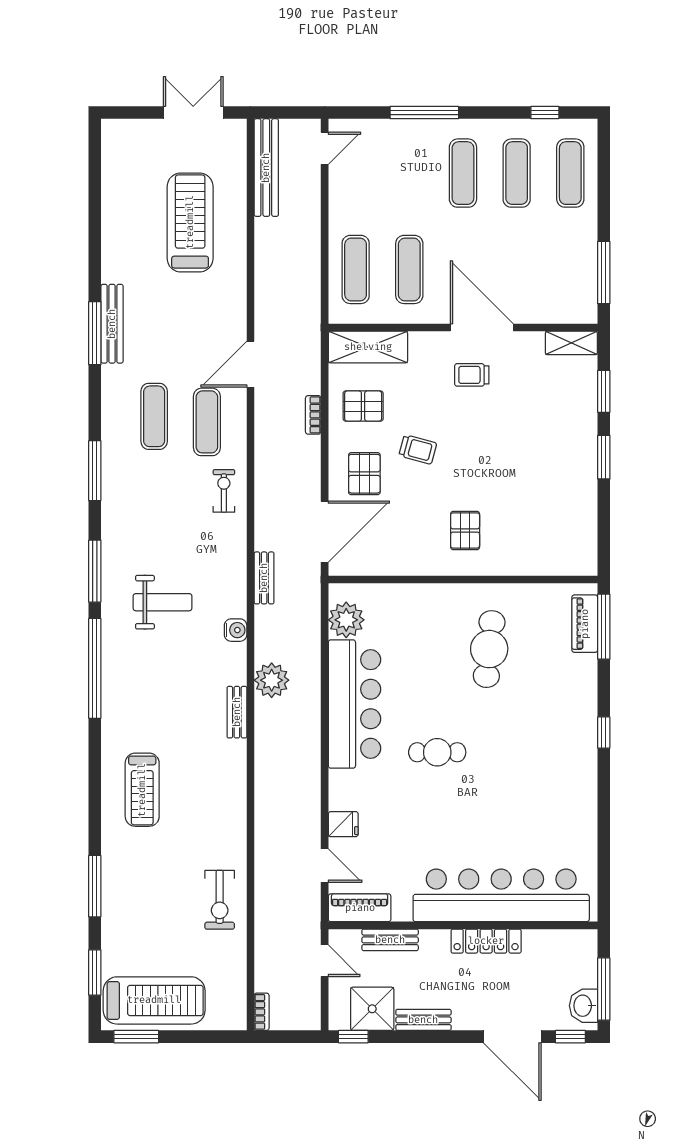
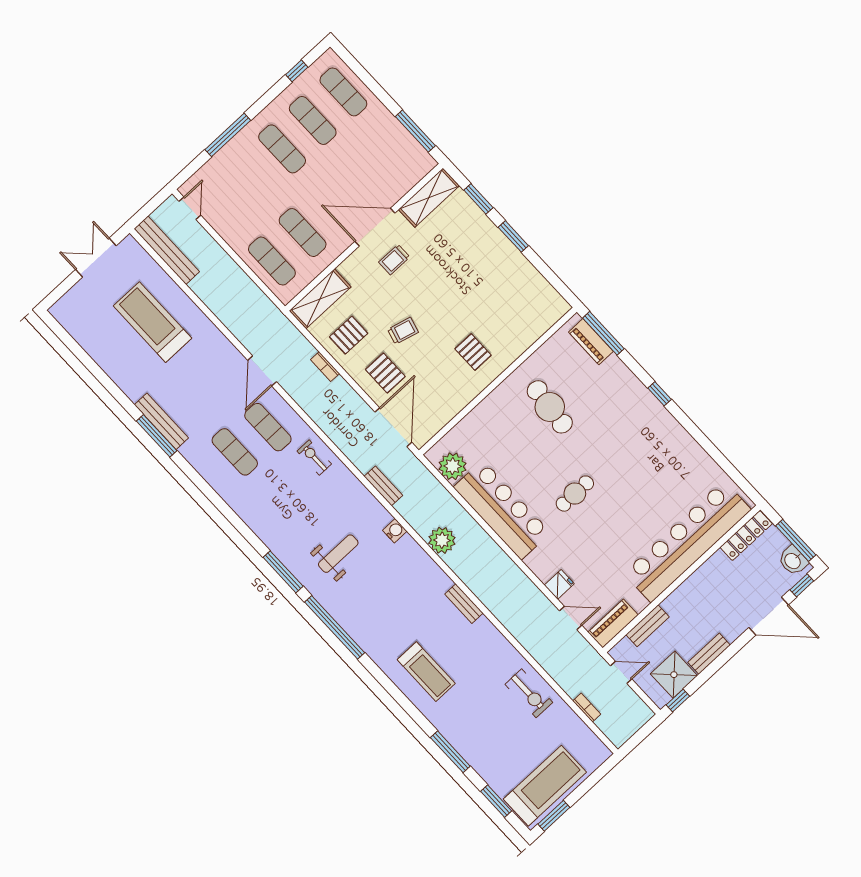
shelving: (571, 343) -> (429, 198), width x1.50, depth x1.33
window: (95, 471) -> (230, 514), removed
bench: (237, 712) -> (464, 604), moved
locker: (486, 941) -> (746, 535), moved
bookcase: (262, 1012) -> (587, 707), moved

